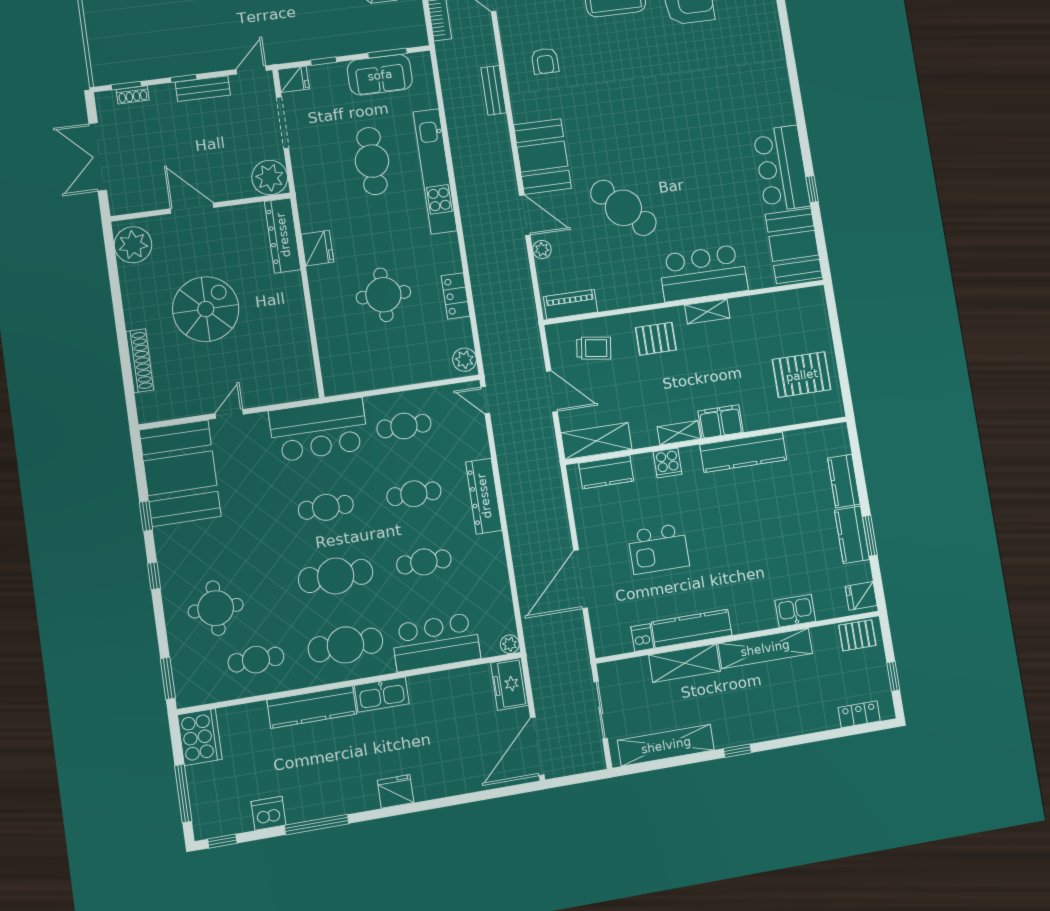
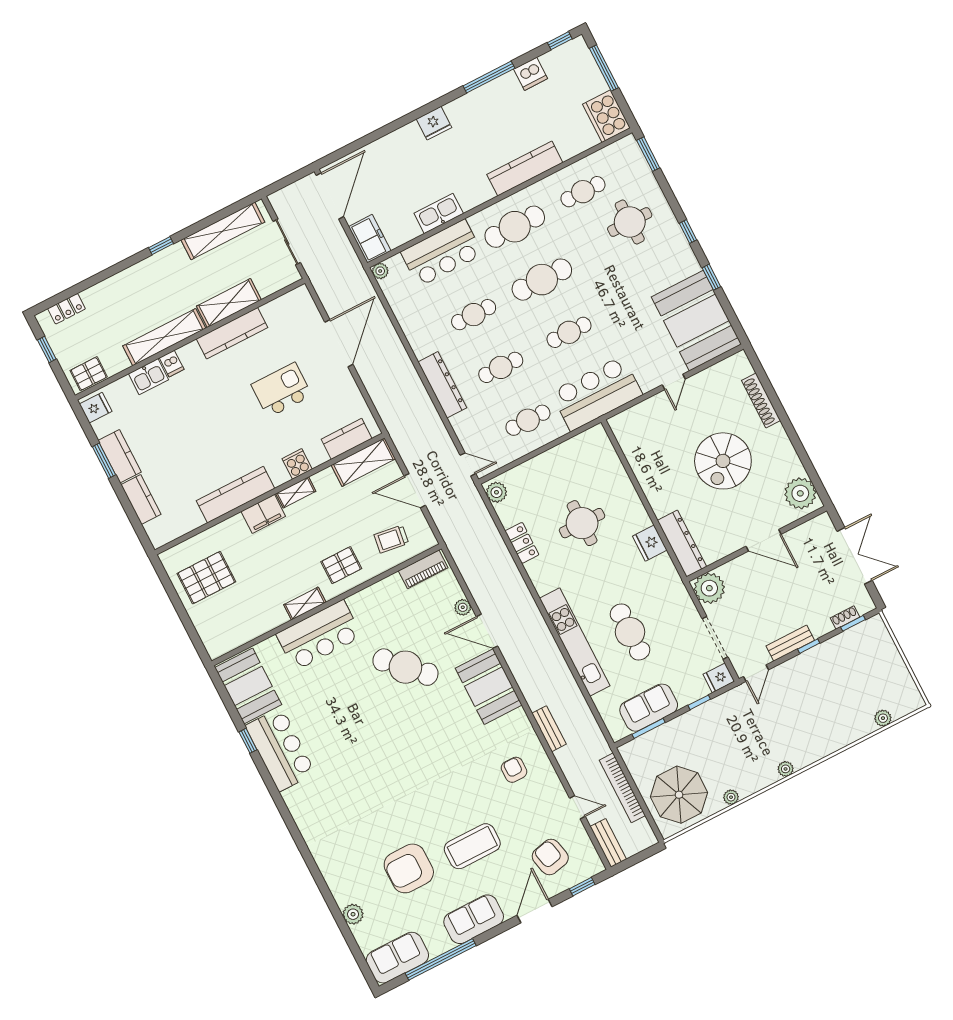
dishwasher: (642, 638) -> (172, 364), moved
kitchen sink: (382, 695) -> (439, 213), moved

